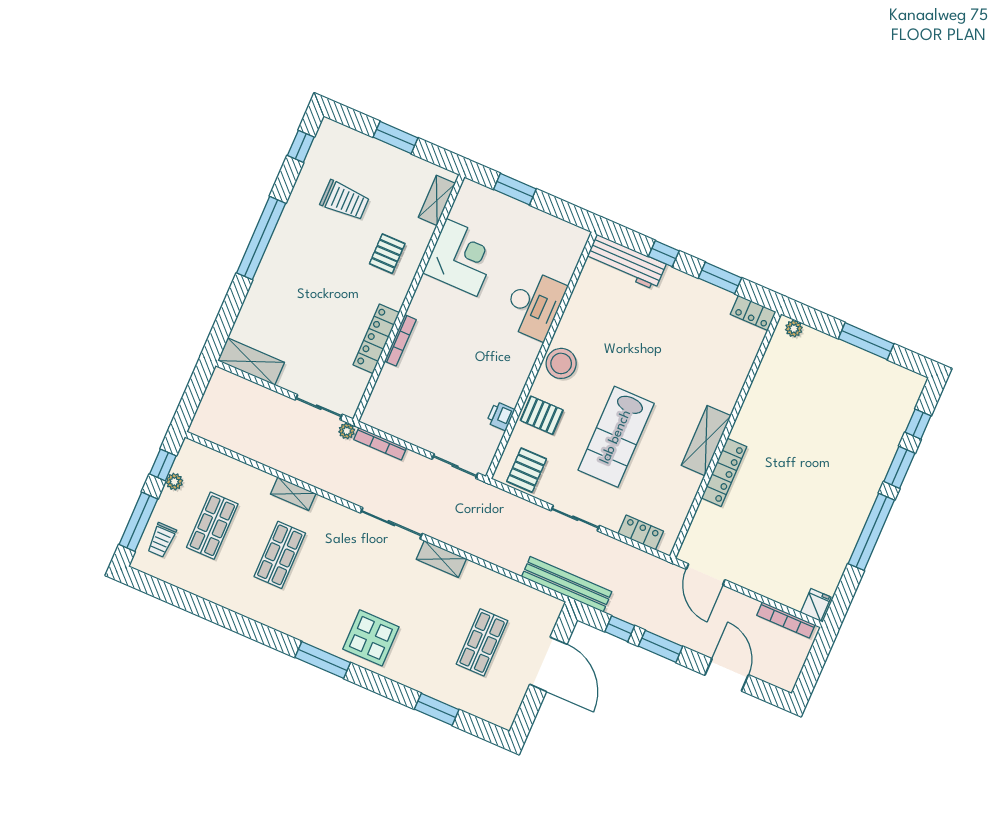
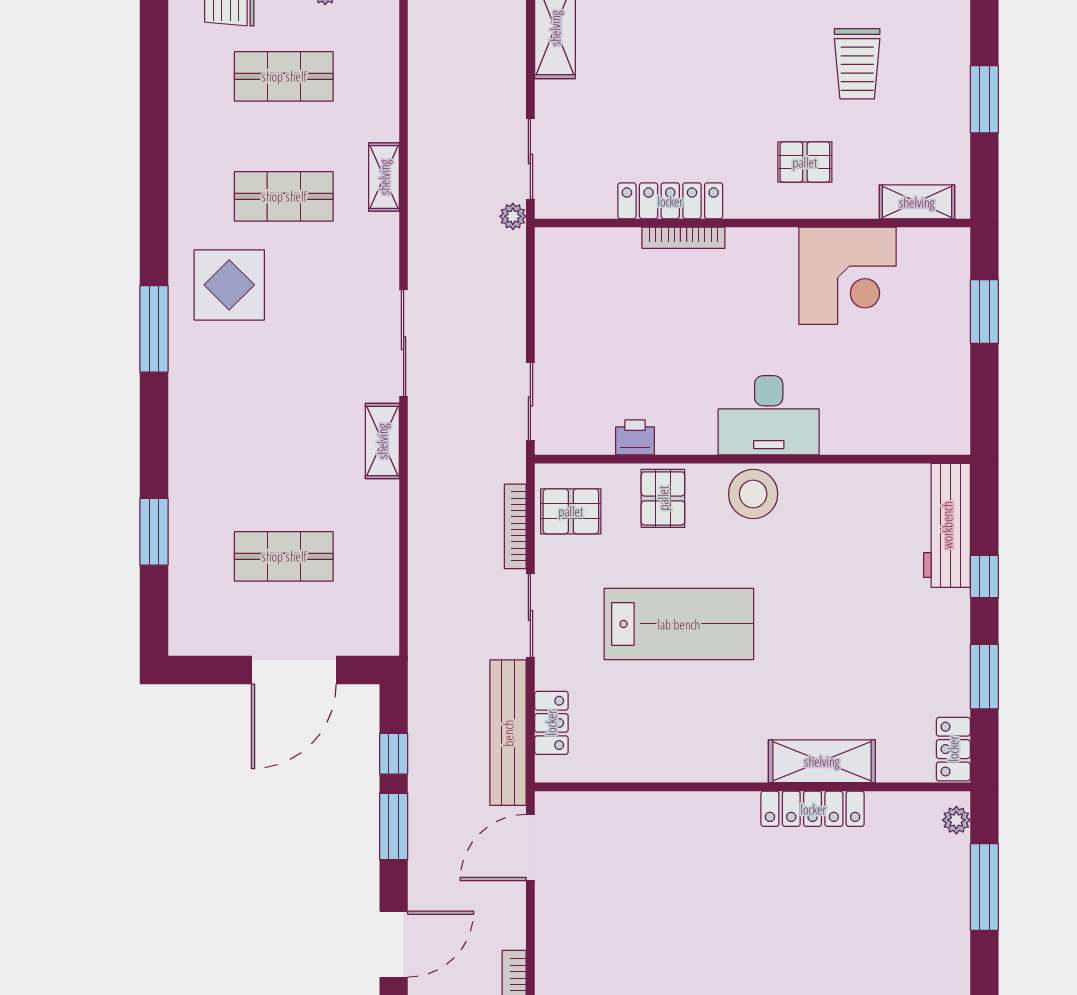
desk: (534, 305) -> (769, 415), moved
window: (866, 341) -> (984, 887), moved
lab bench: (616, 437) -> (679, 624), turned 180
shelving: (706, 441) -> (822, 761), moved
bookcase: (380, 444) -> (515, 526), moved
locker: (724, 472) -> (813, 809), moved
bench: (567, 584) -> (508, 733), moved
display table: (371, 638) -> (229, 285), moved

